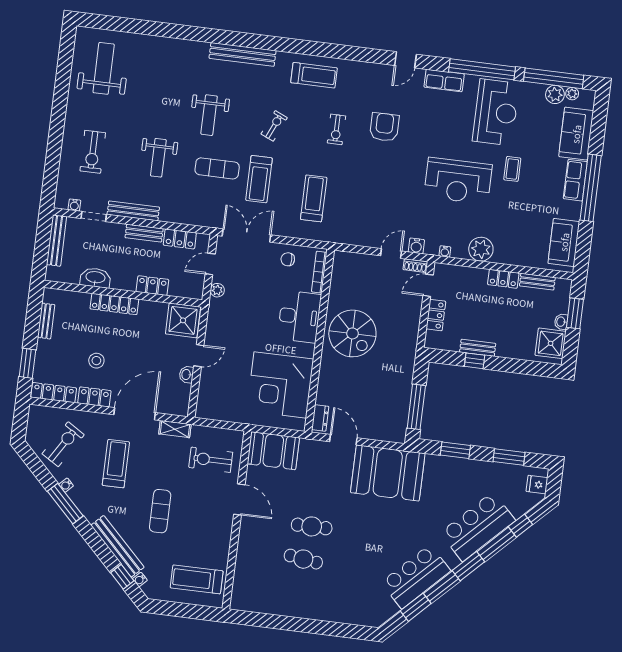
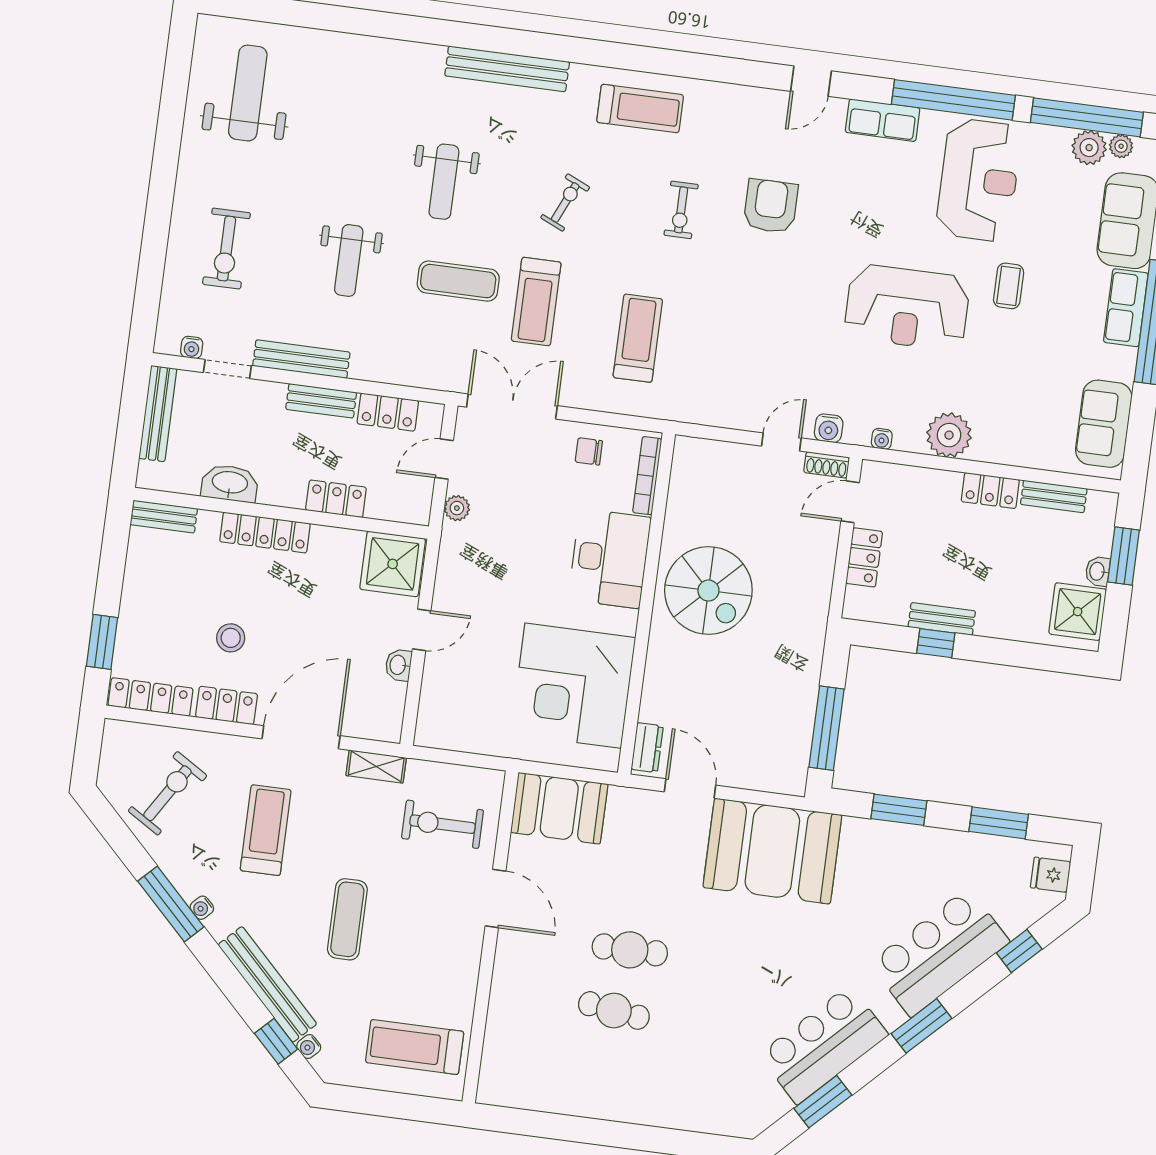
bench: (46, 321) -> (164, 517), moved, turned 90
water cooler: (66, 485) -> (202, 908), moved

